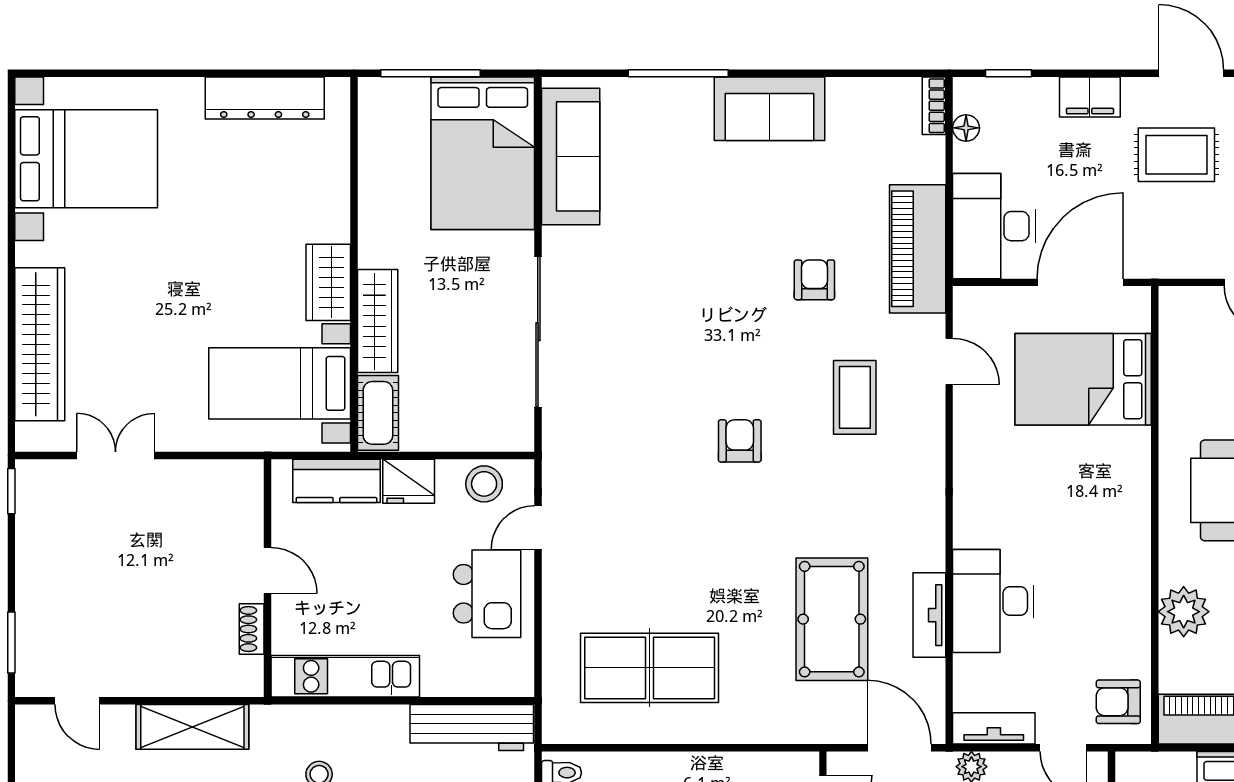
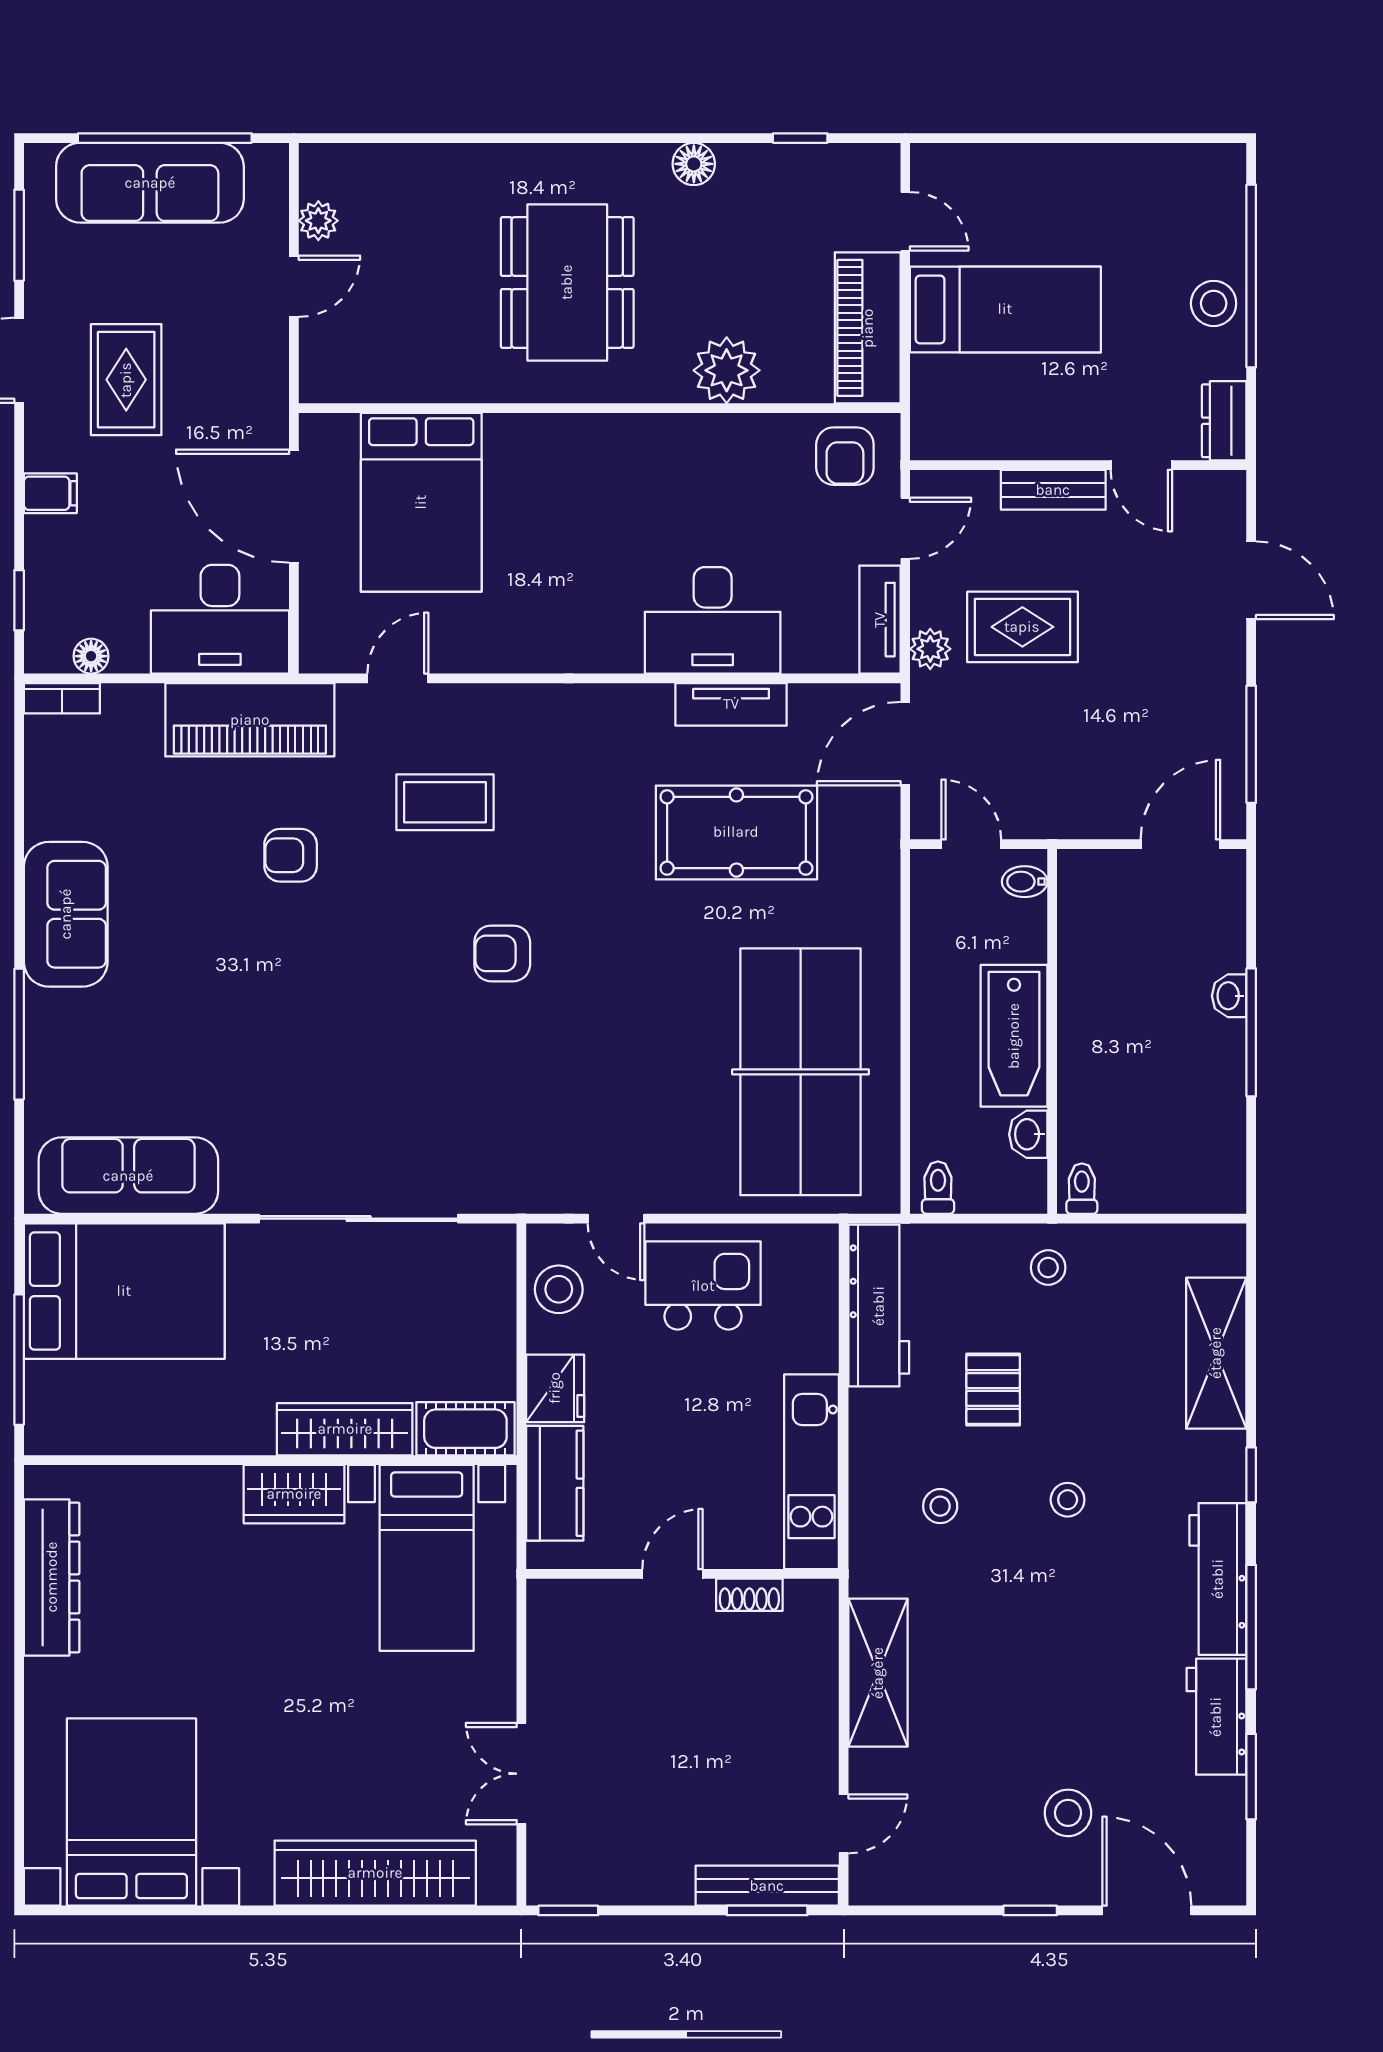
filing cabinet: (1090, 97) -> (50, 493), width x0.50
bench: (30, 643) -> (767, 1886), added
table tennis table: (650, 668) -> (801, 1072), width x1.36, depth x1.32

